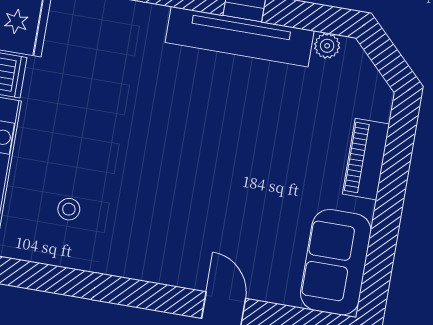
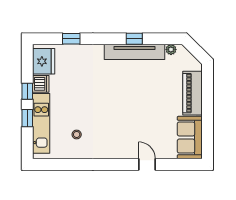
piano: (366, 159) -> (192, 93), width x1.37, depth x1.33

